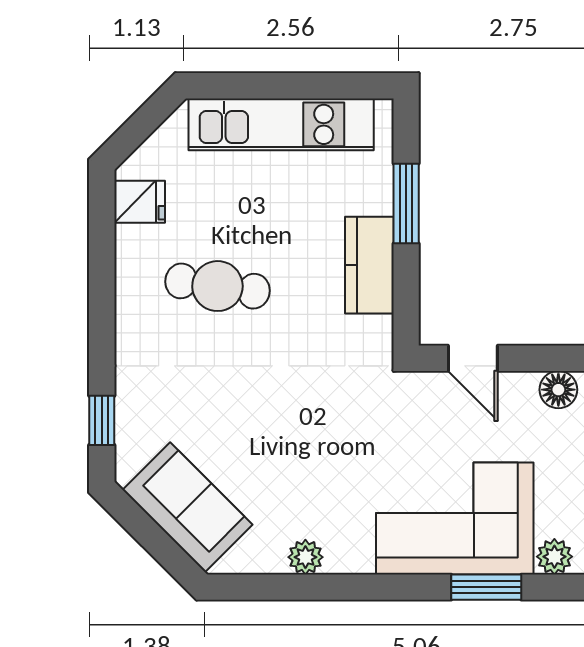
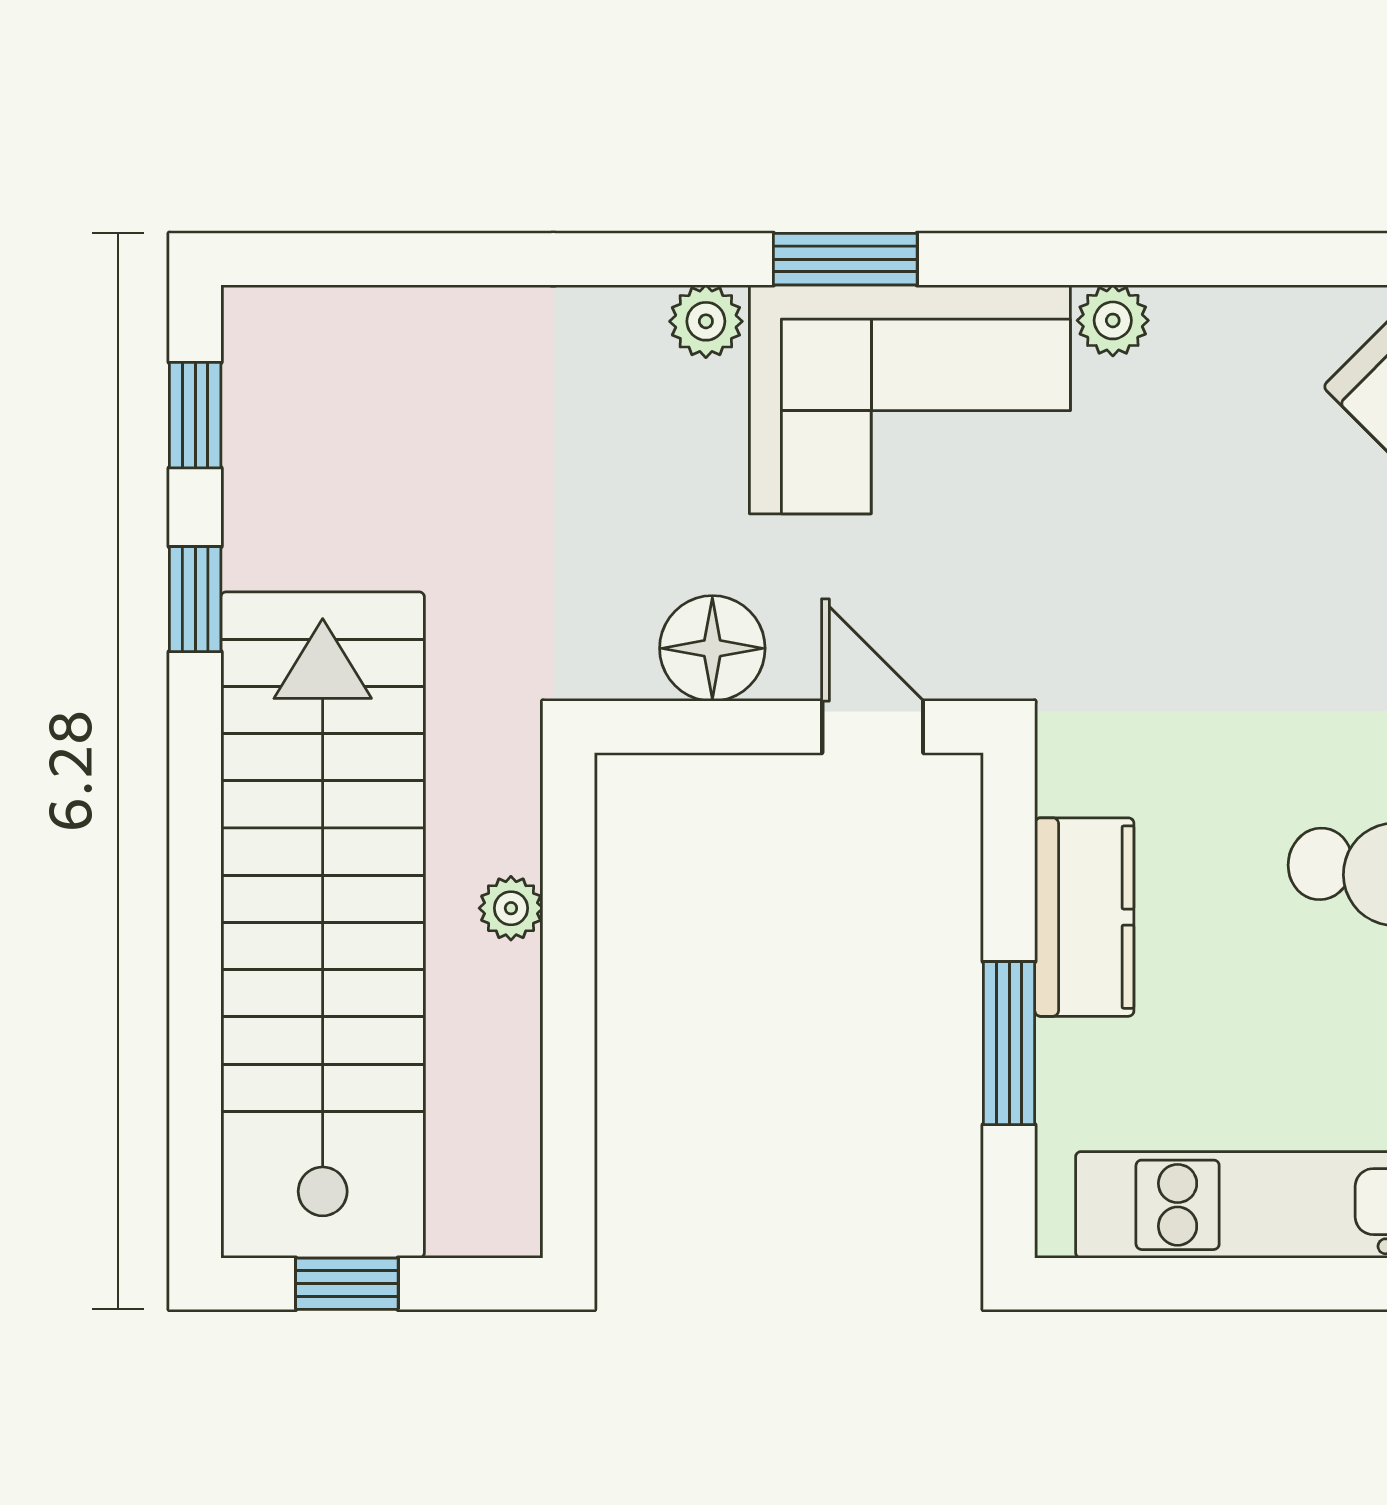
floor lamp: (558, 390) -> (712, 648), width x1.38, depth x1.38
plant: (305, 557) -> (1113, 320), moved

